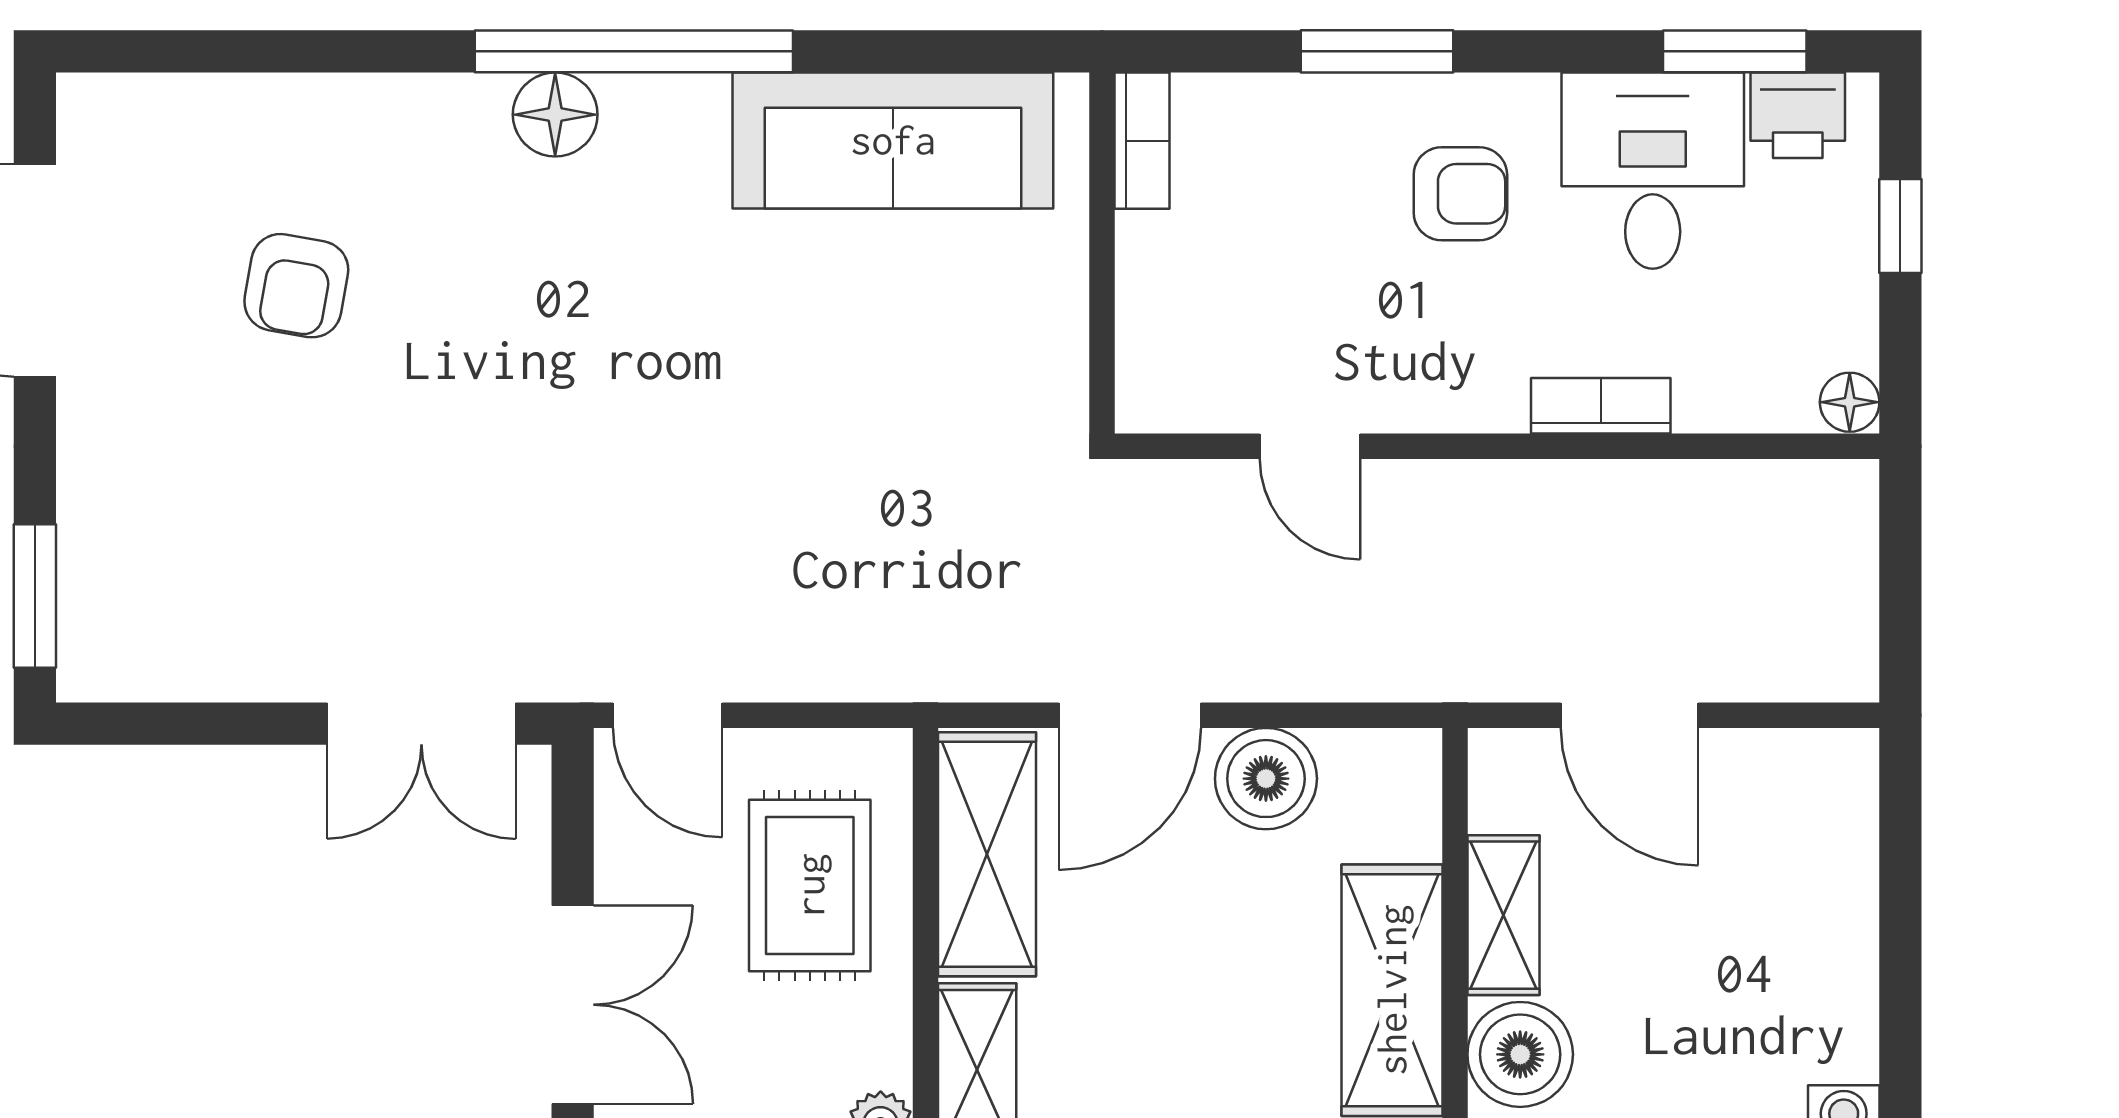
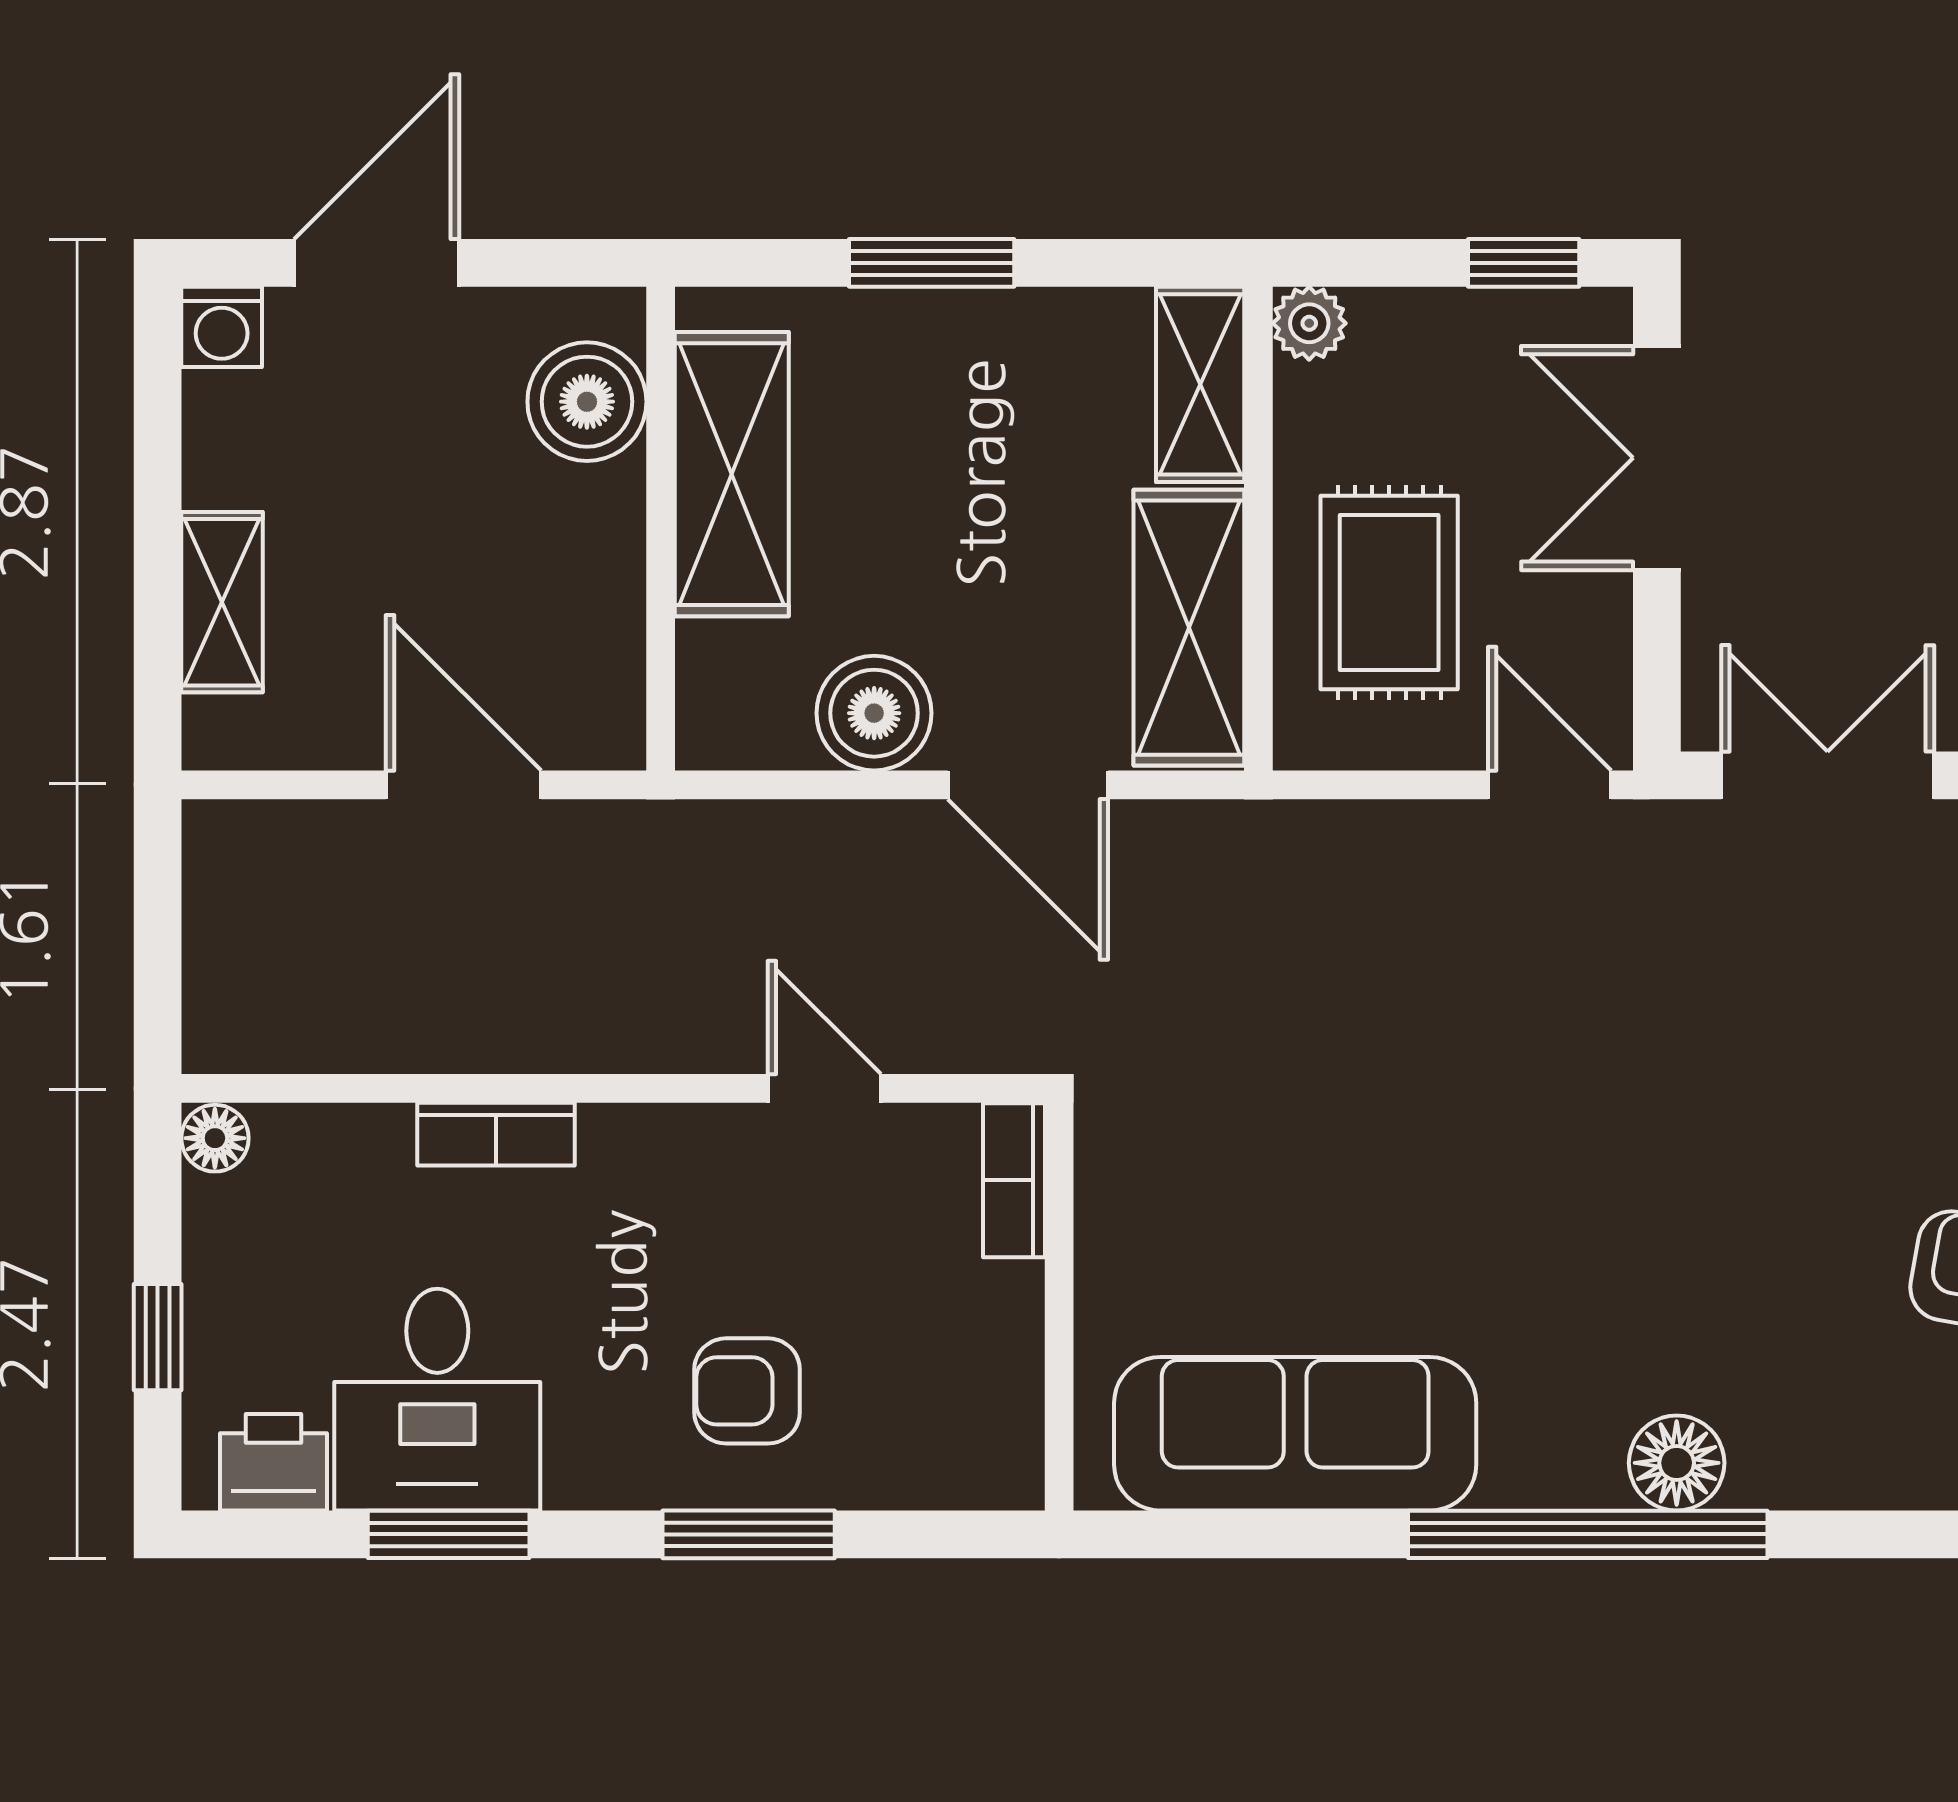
window: (1735, 51) -> (449, 1534), moved
bookcase: (1142, 141) -> (1014, 1180), moved
armchair: (1460, 194) -> (747, 1391), moved
door: (1130, 715) -> (1028, 785), swing flipped
shelving: (1504, 915) -> (222, 602), moved

